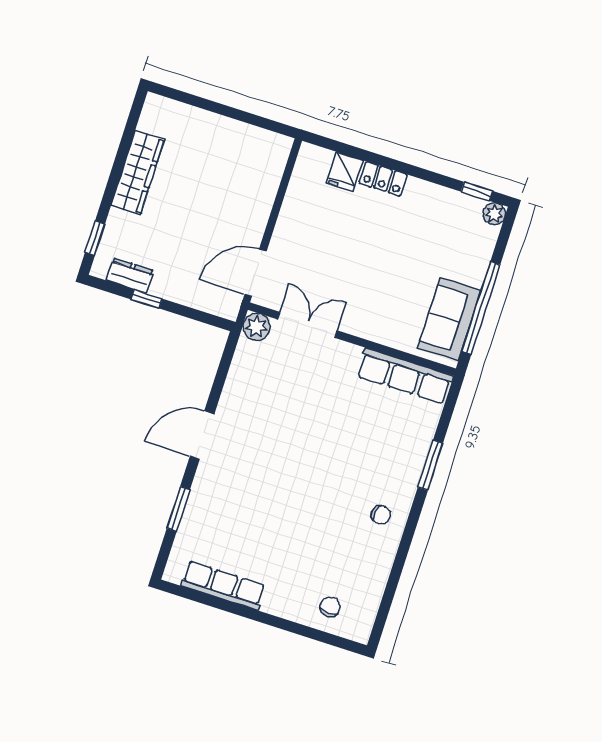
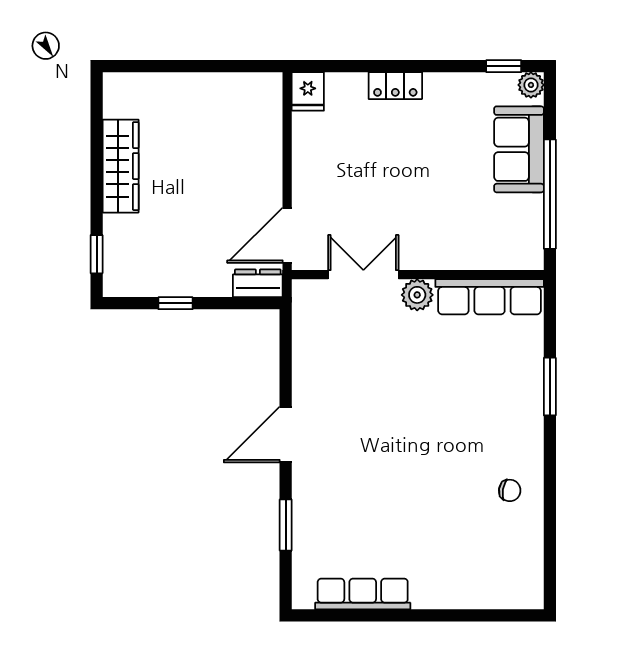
fridge: (345, 172) -> (308, 91), moved
dresser: (130, 276) -> (258, 283), moved
sofa: (449, 319) -> (519, 149), moved
plant: (257, 327) -> (417, 295), moved
chair: (381, 515) -> (510, 490), moved
chair: (330, 607) -> (489, 579), removed

